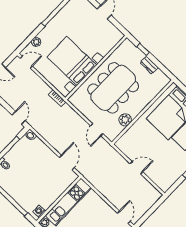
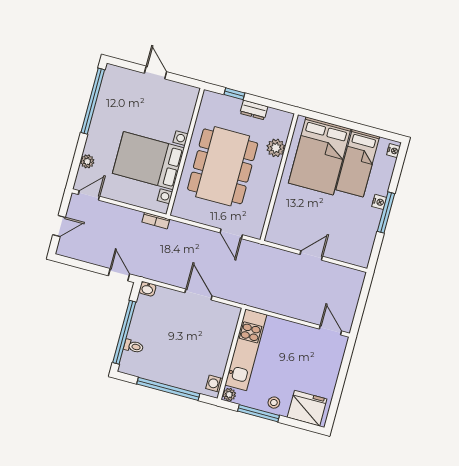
plant: (125, 120) -> (276, 148), moved
door: (67, 163) -> (199, 294), moved

